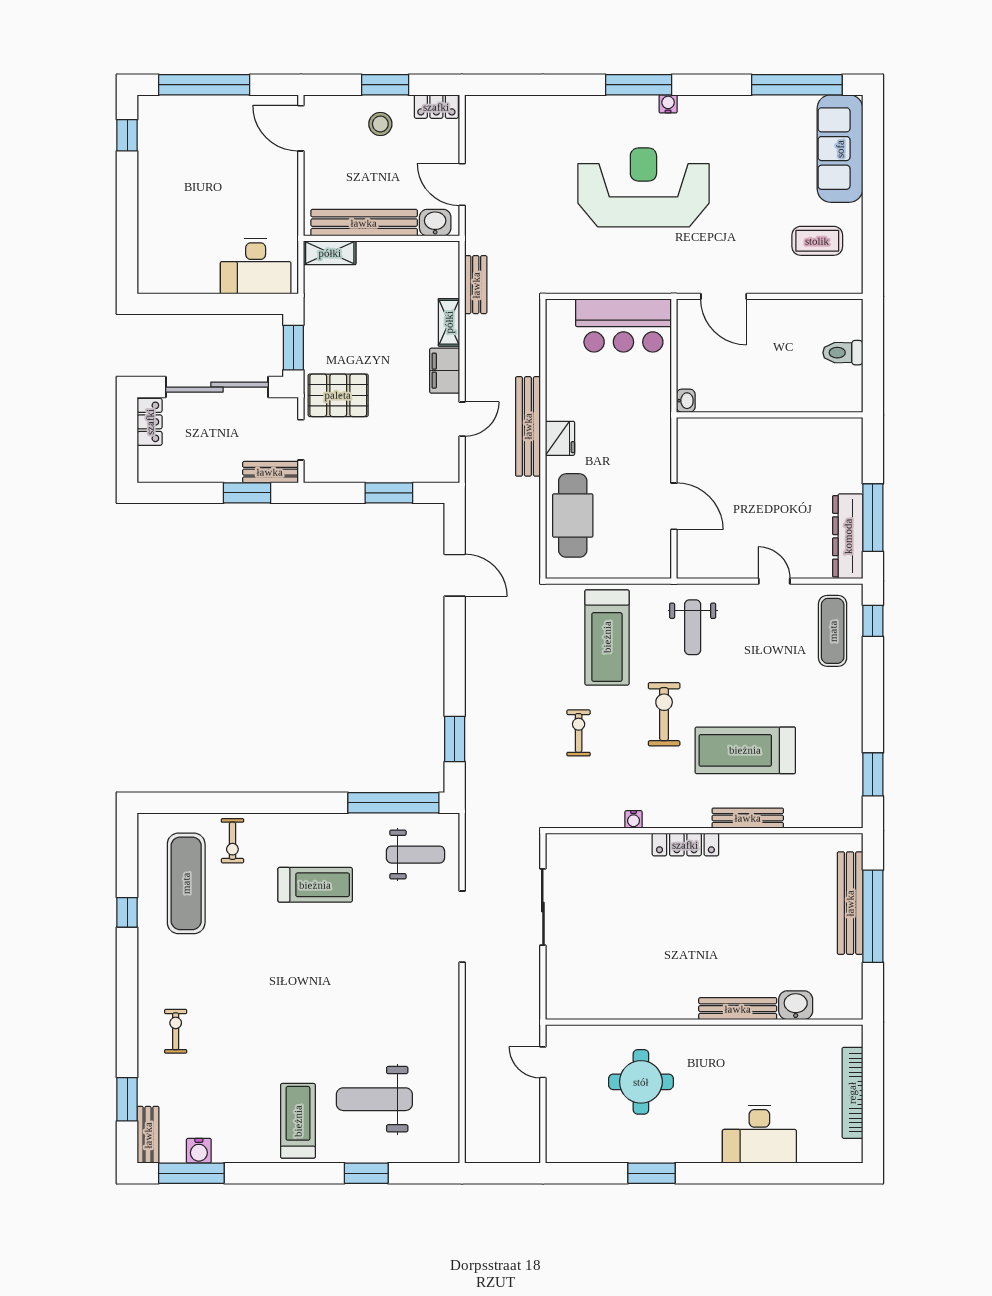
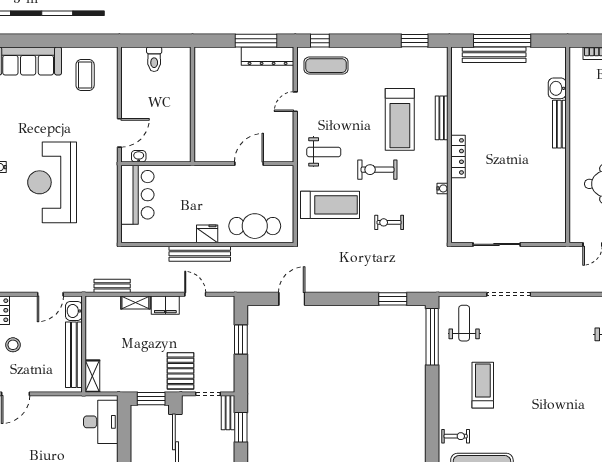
washbasin: (686, 401) -> (139, 156), moved

